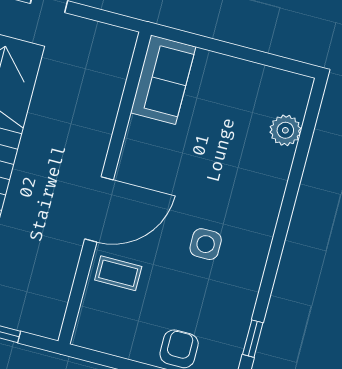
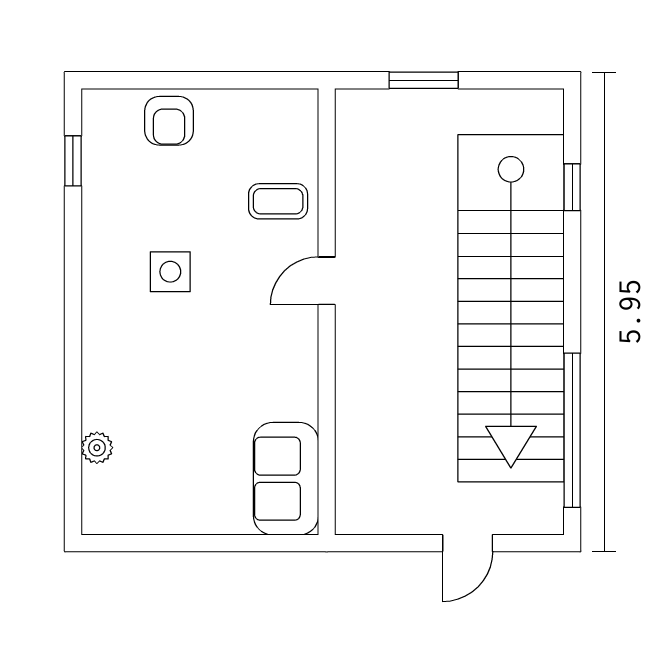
plant: (285, 130) -> (97, 448), width x0.73, depth x0.73
door: (99, 209) -> (327, 281), width x0.53

